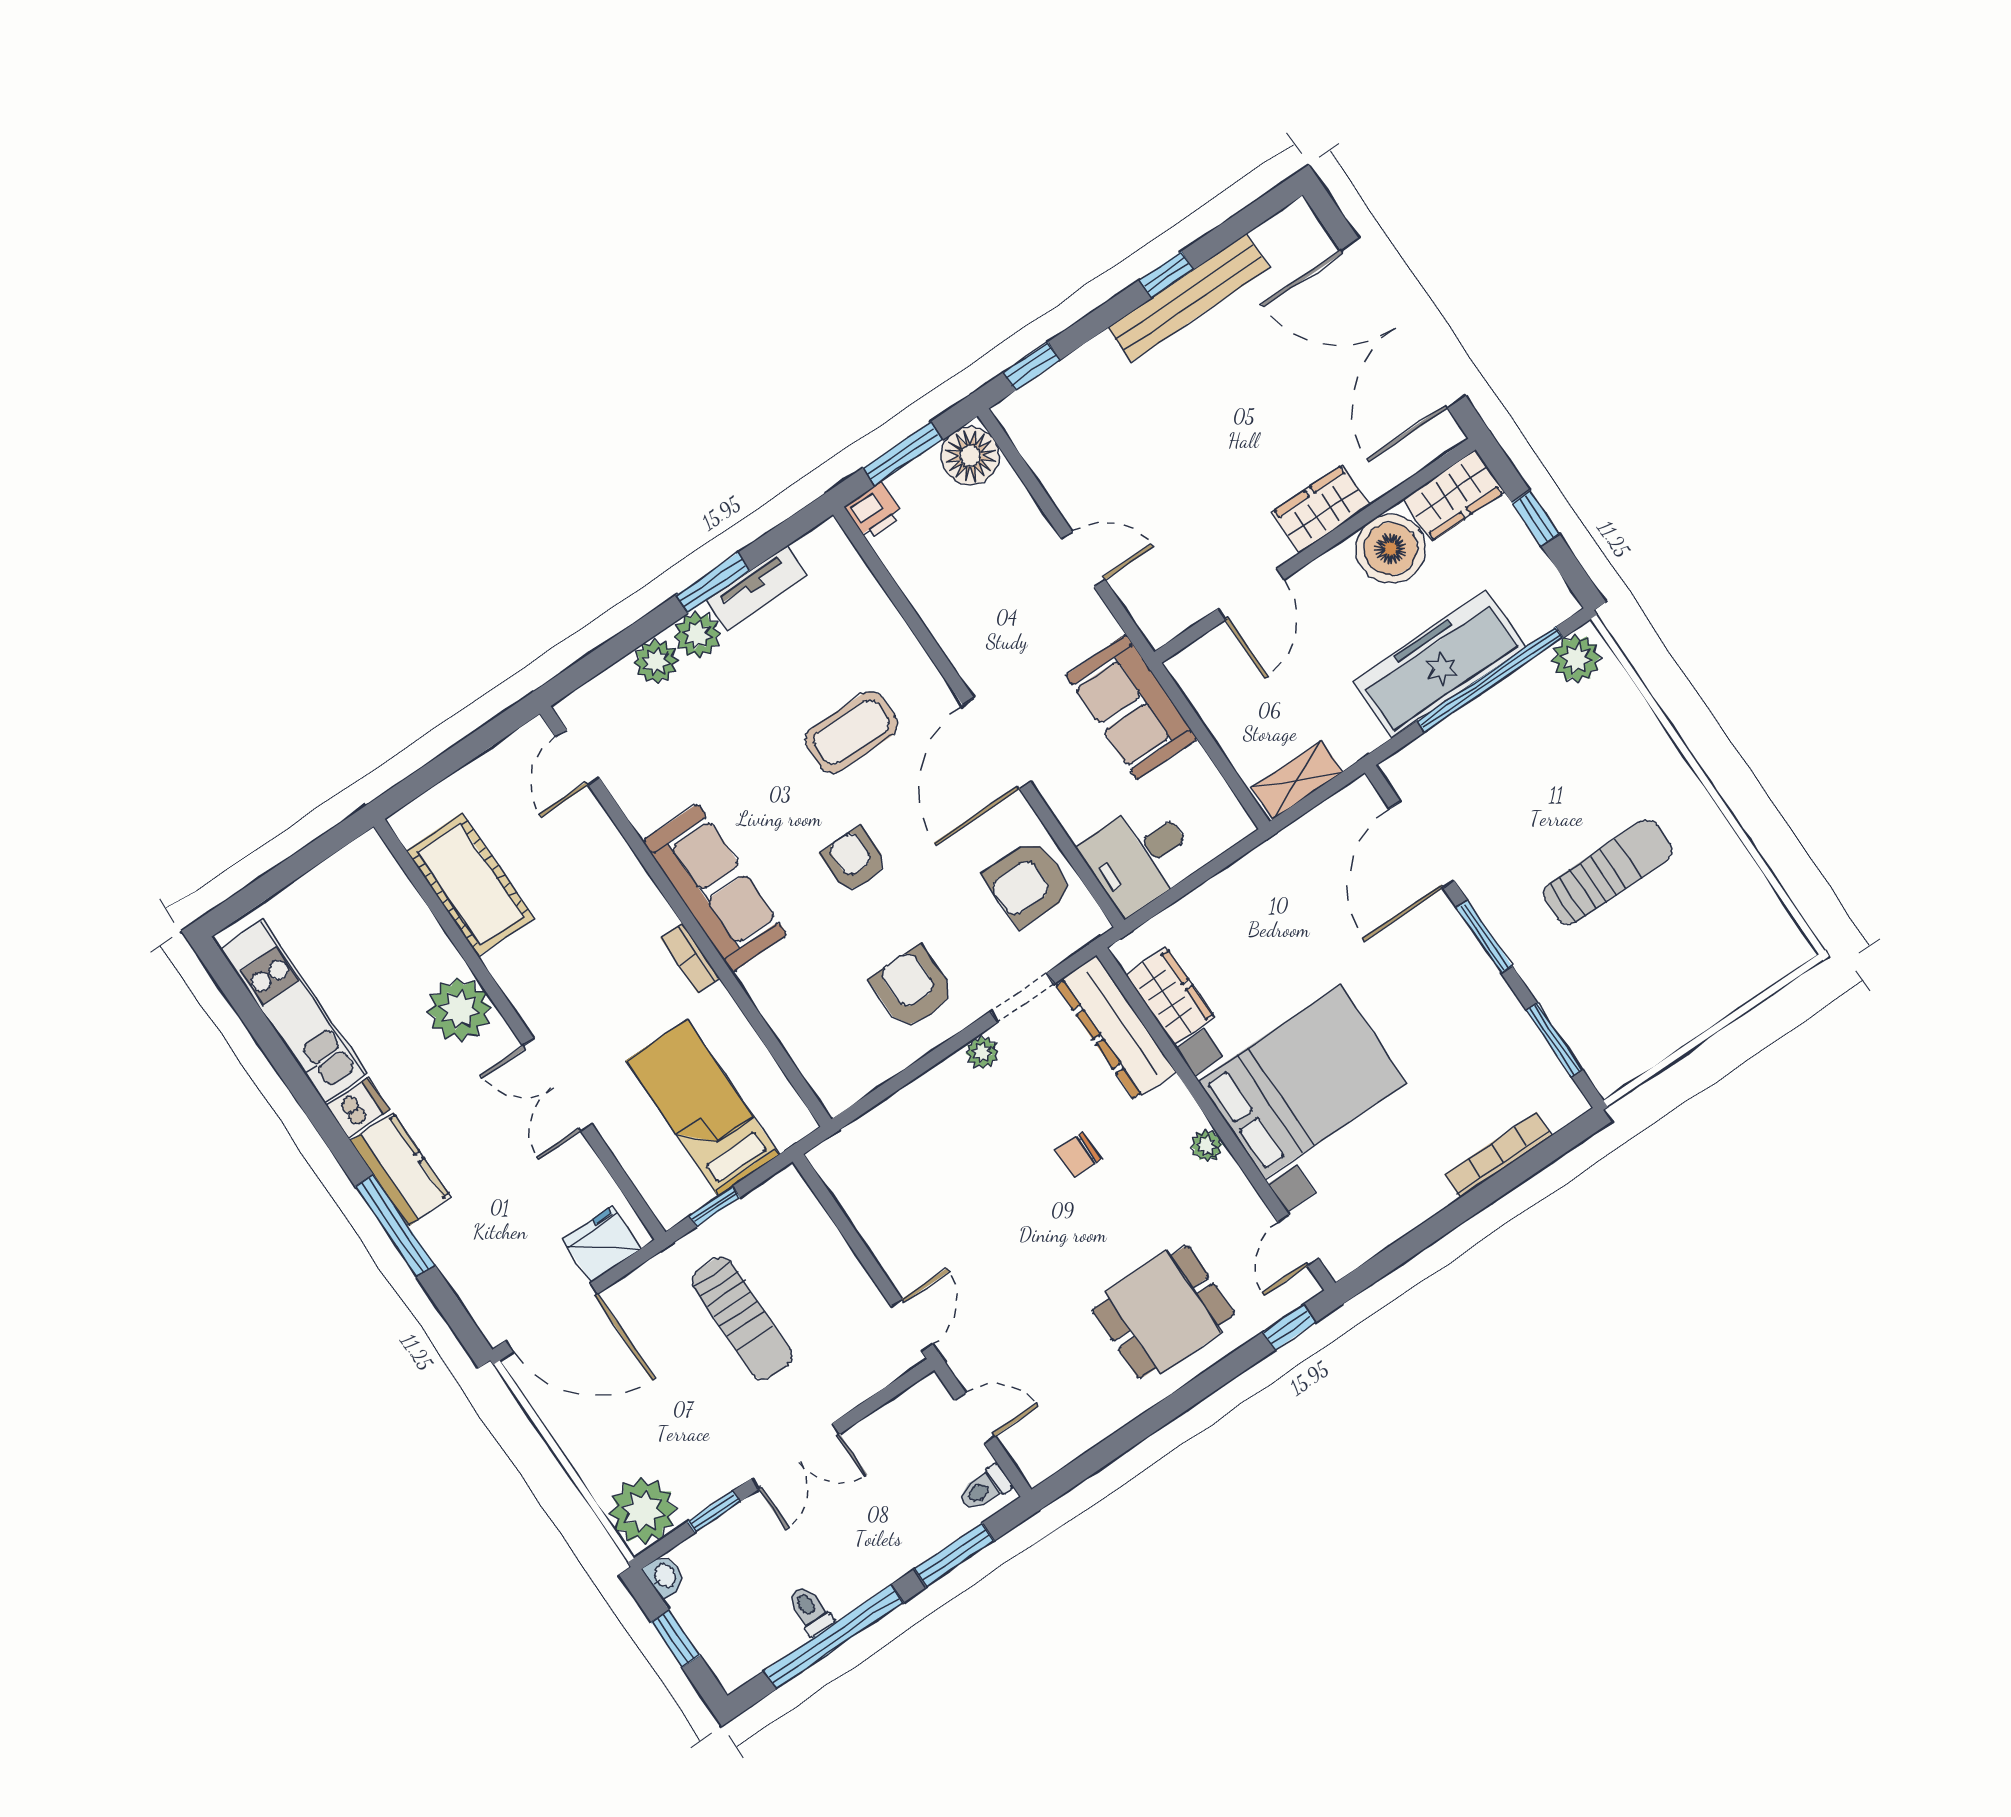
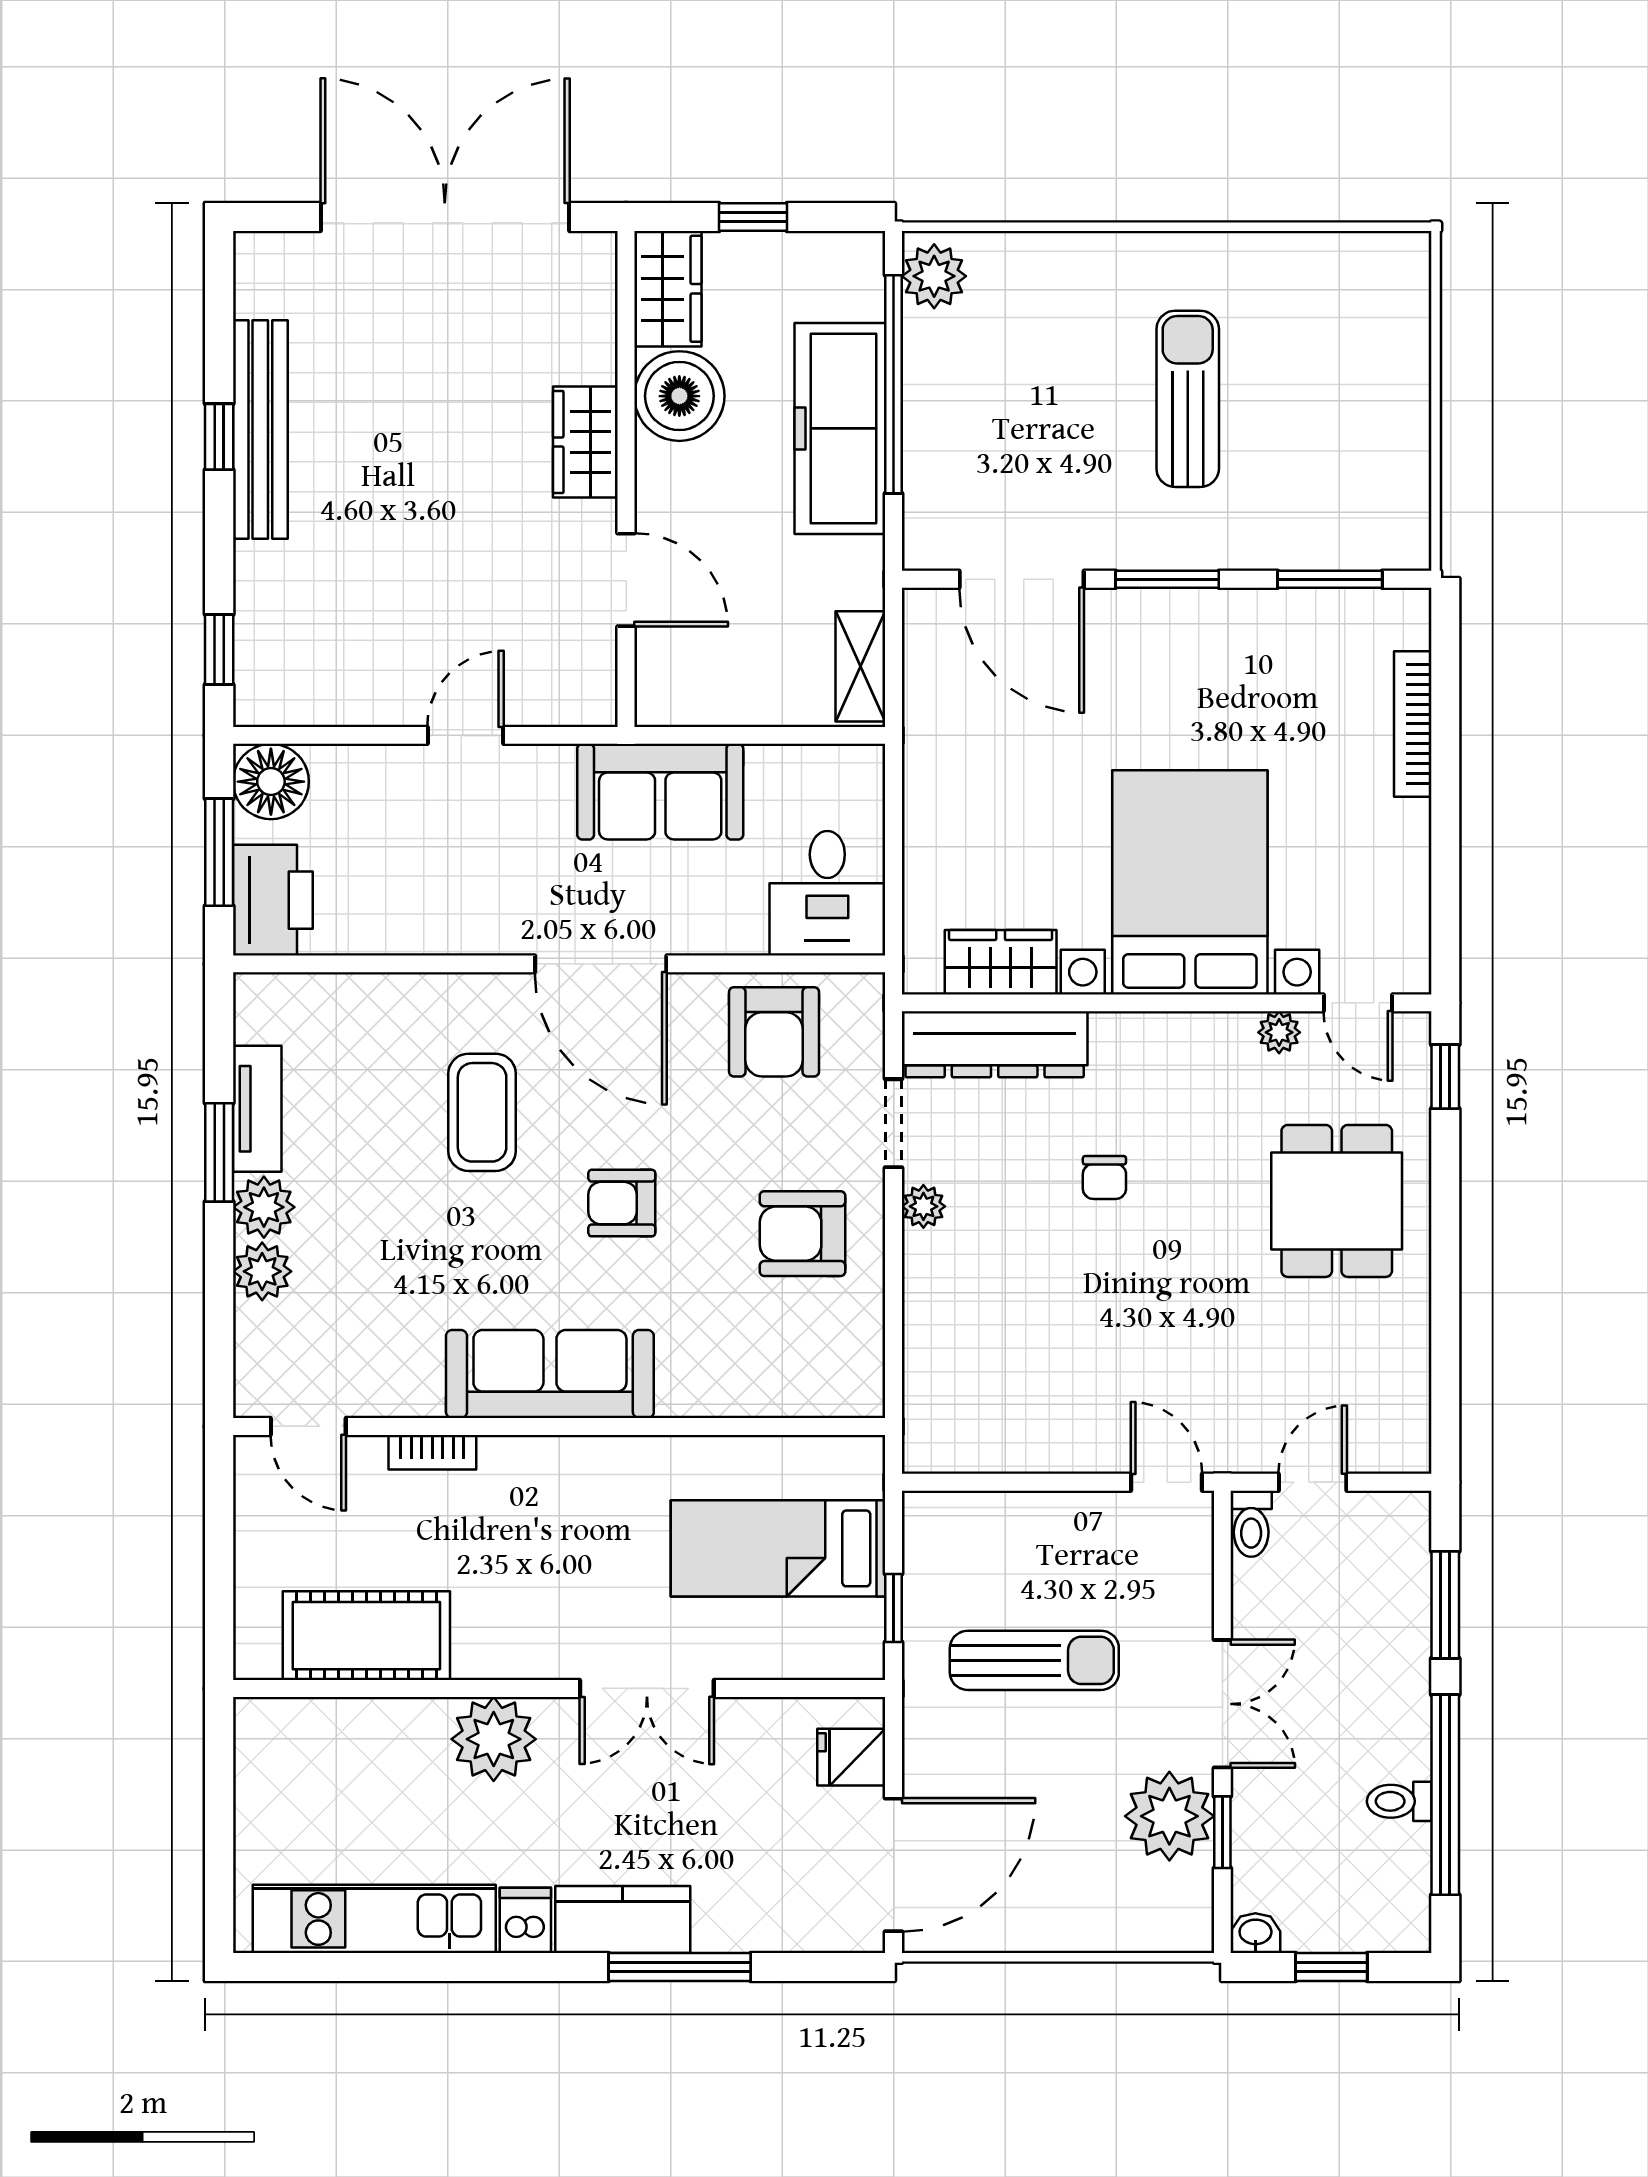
double door: (1403, 323) -> (445, 217), swing flipped
printer: (874, 511) -> (273, 900), width x1.87, depth x1.48
bookcase: (690, 958) -> (432, 1452), moved
plant: (1207, 1146) -> (1279, 1032), moved
fridge: (602, 1244) -> (851, 1757), width x0.72
toilet: (984, 1489) -> (1251, 1524), moved
plant: (643, 1511) -> (1169, 1816), moved

